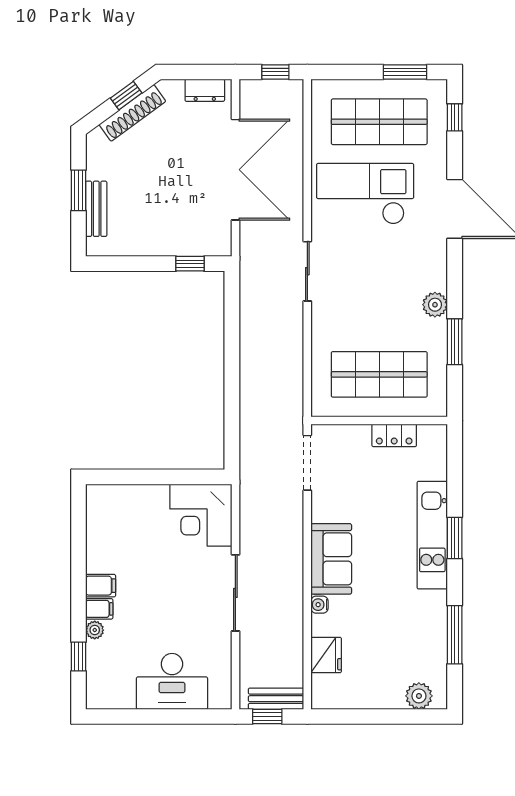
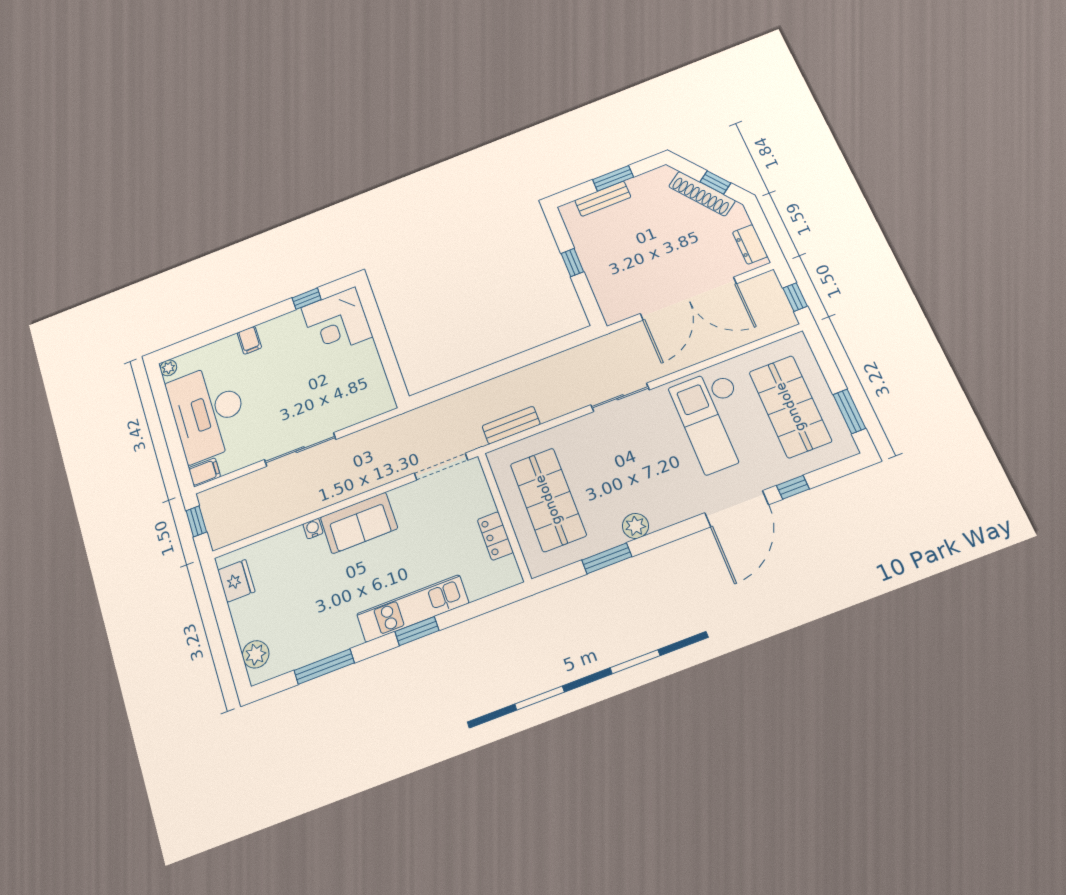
window: (455, 117) -> (793, 487), moved
checkout: (365, 194) -> (715, 420), turned 180
window: (190, 264) -> (572, 263), moved
corner desk: (201, 515) -> (337, 322), moved, turned -90
filing cabinet: (101, 586) -> (204, 472), moved, turned -90
plant: (95, 630) -> (168, 368), moved
fridge: (326, 655) -> (236, 581), moved, turned -90
window: (78, 656) -> (307, 299), moved
desk: (172, 681) -> (208, 412), width x1.36, depth x1.30
bench: (276, 699) -> (511, 425), moved, turned 90

